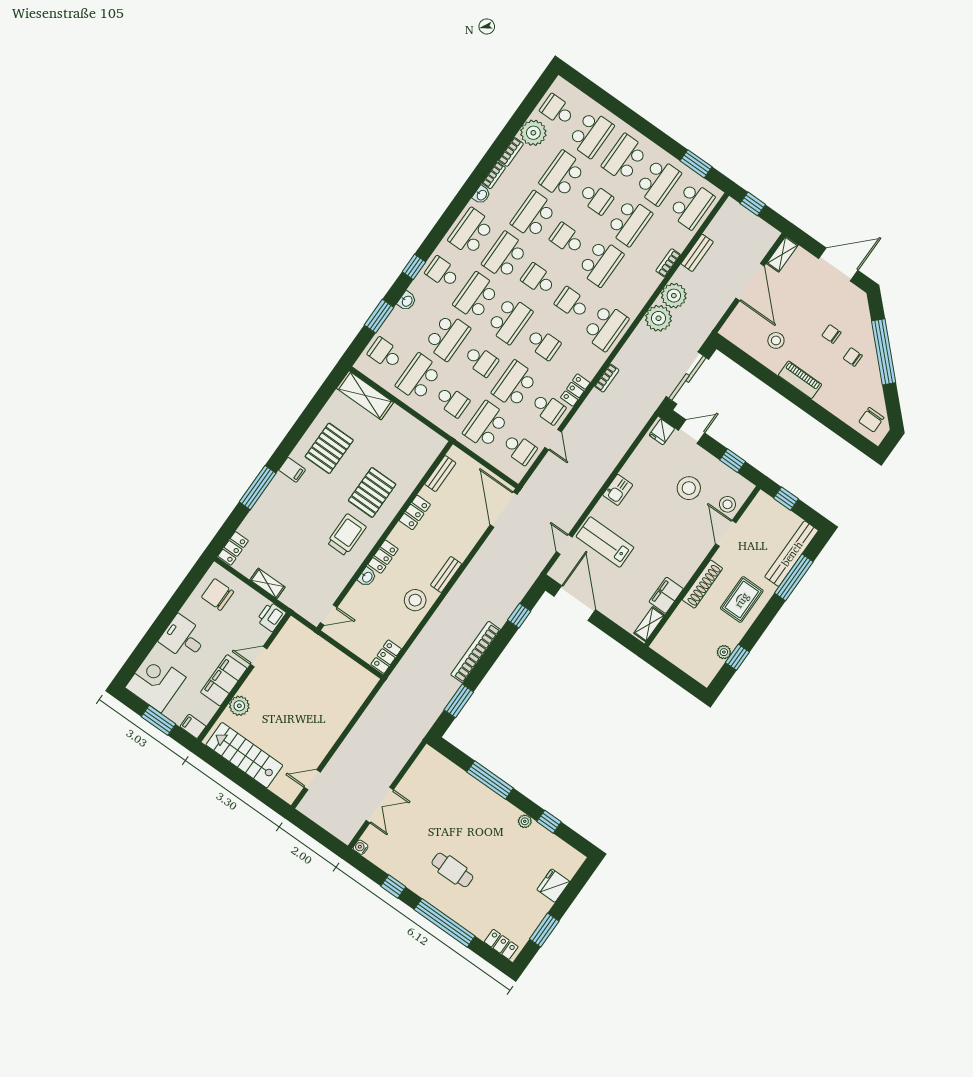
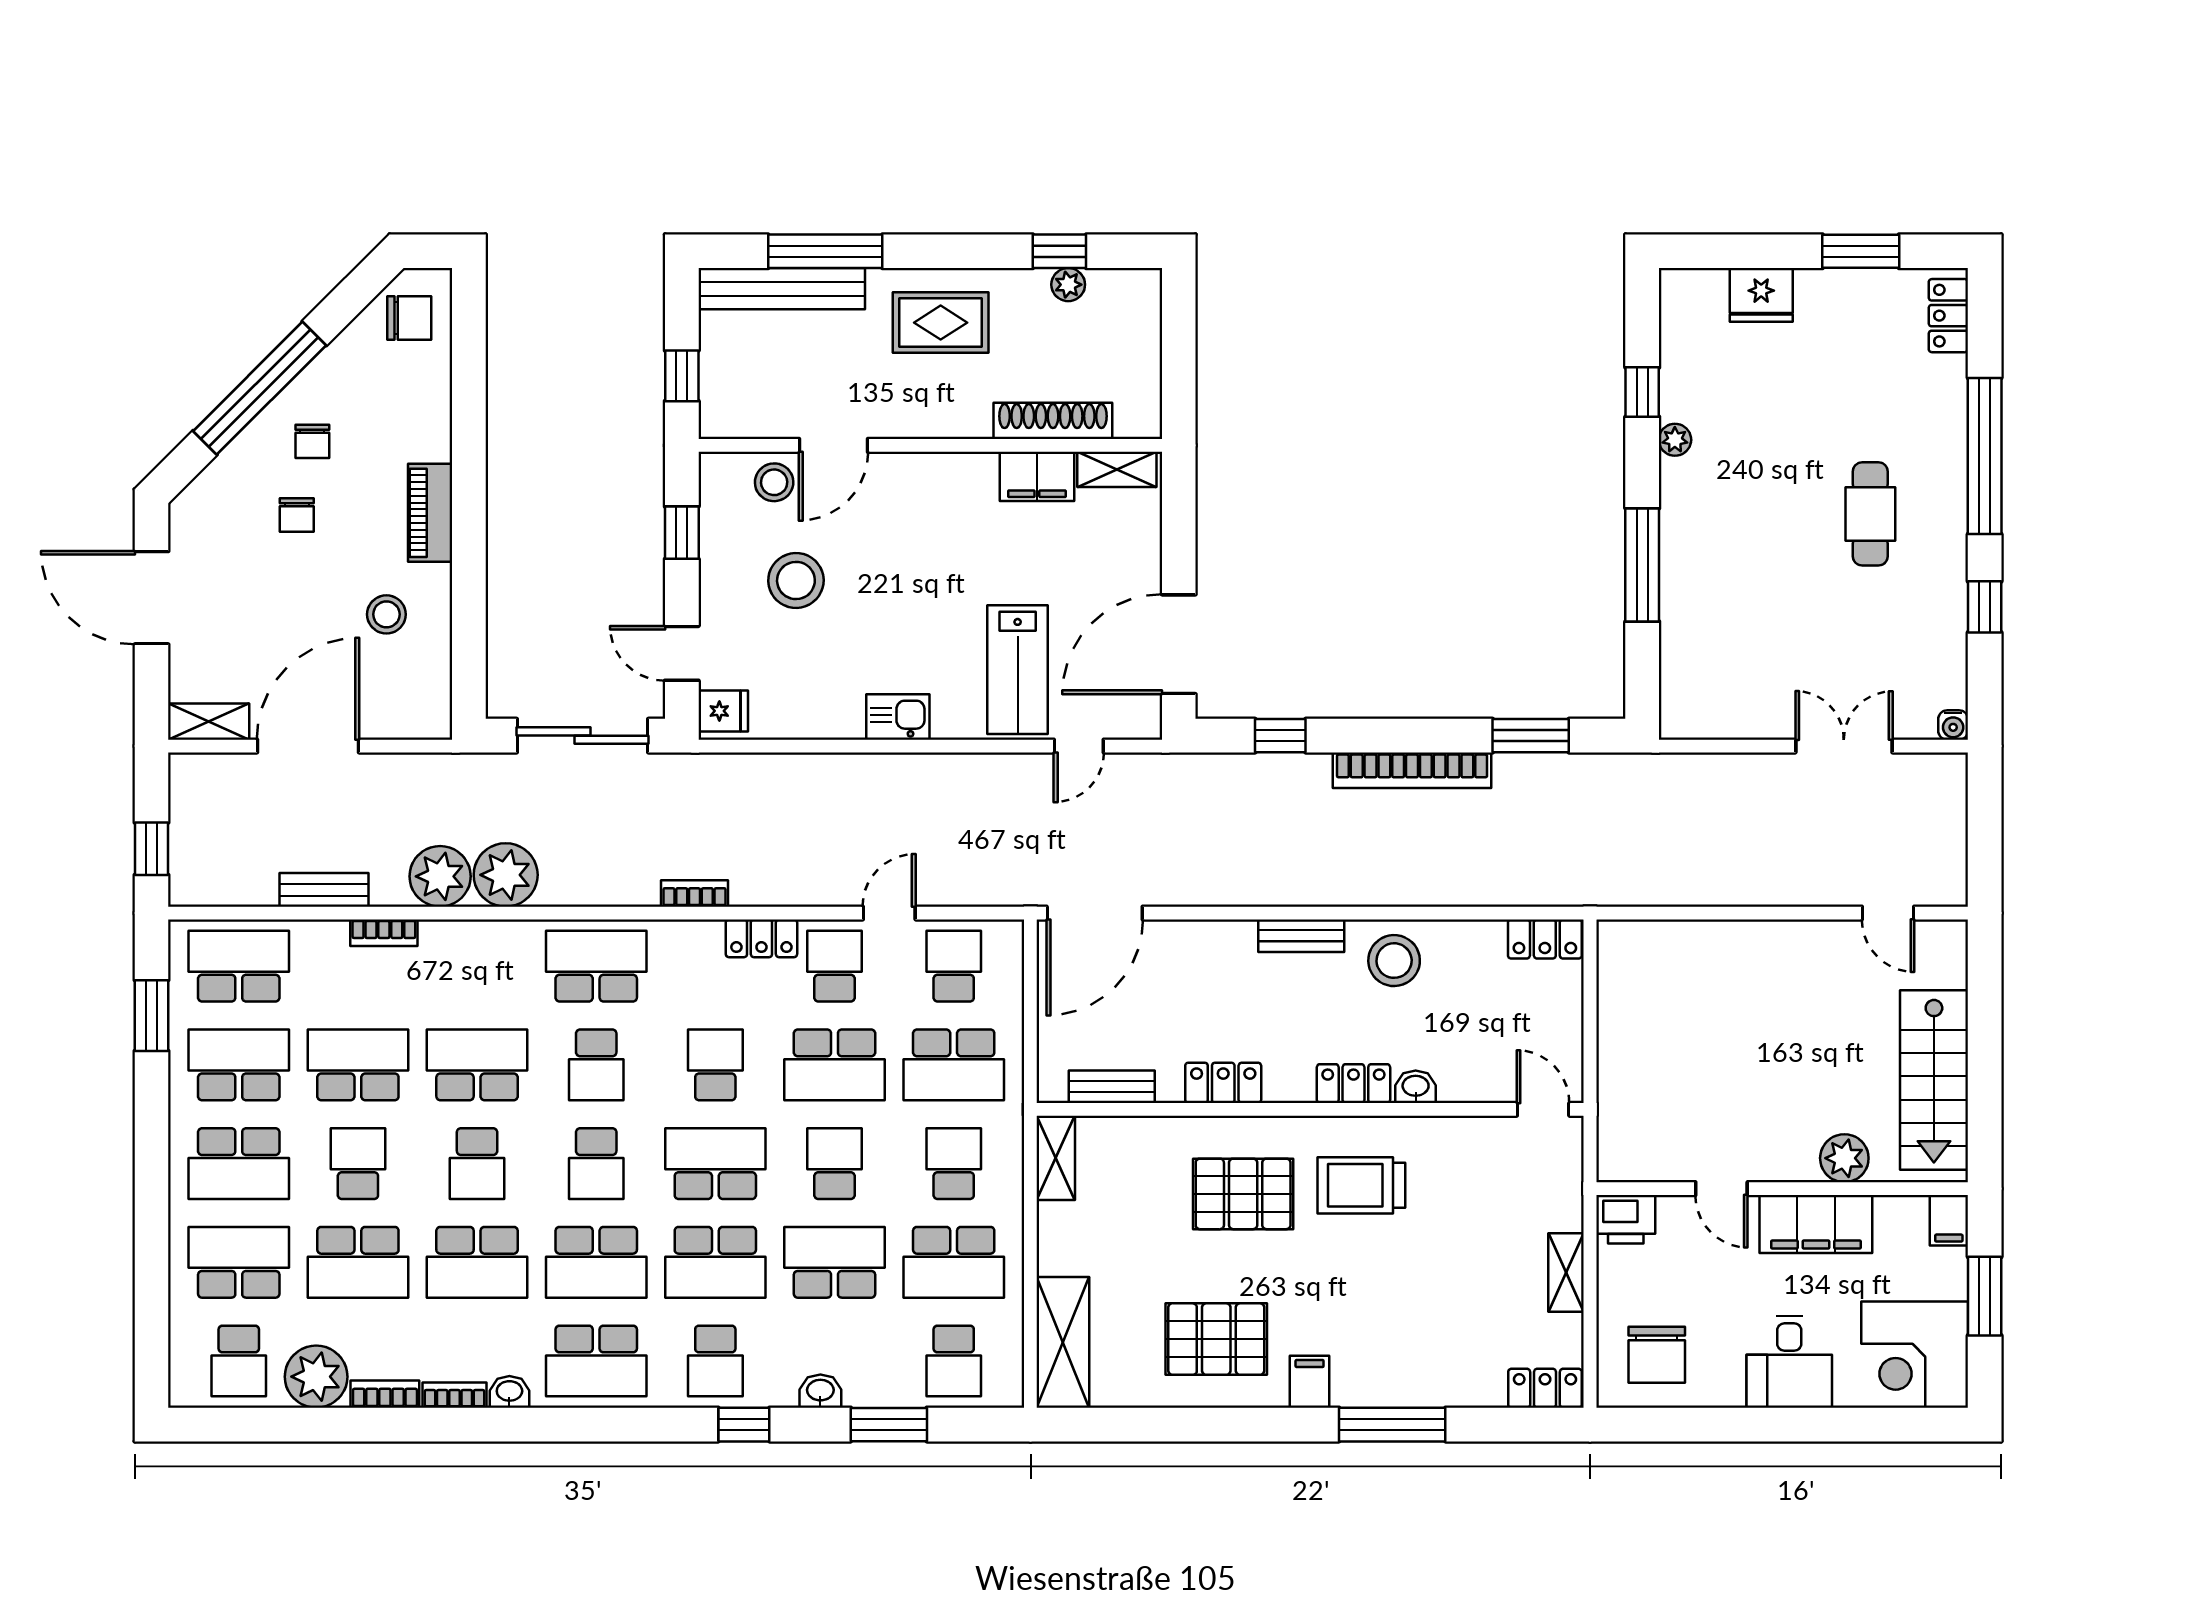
shelving: (430, 437) -> (1056, 1158), added
shoe rack: (702, 584) -> (1053, 421), moved

